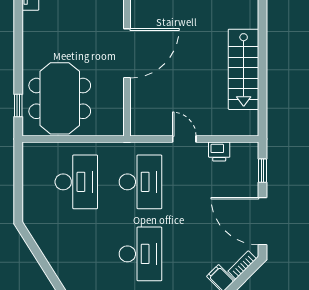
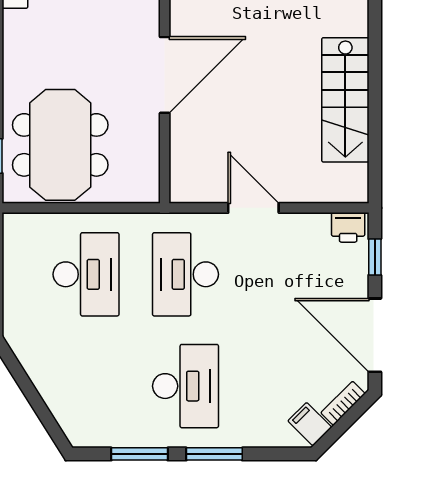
door: (184, 139) -> (253, 208), width x1.37
printer: (219, 152) -> (348, 227), moved
desk: (140, 182) -> (185, 274), turned 180

